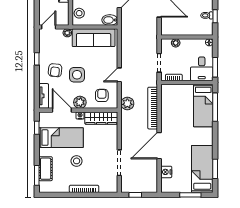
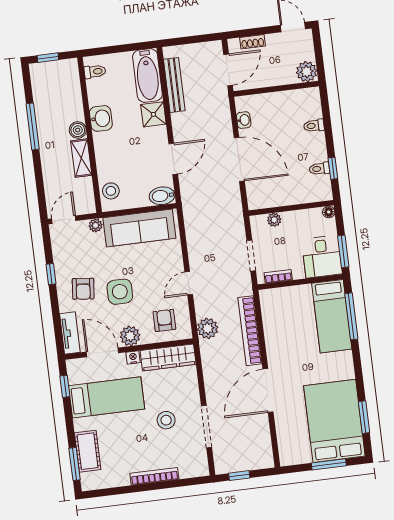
stool: (77, 161) -> (166, 420), moved
bed: (202, 169) -> (334, 421), width x1.50
nightstand: (166, 172) -> (285, 432), removed

